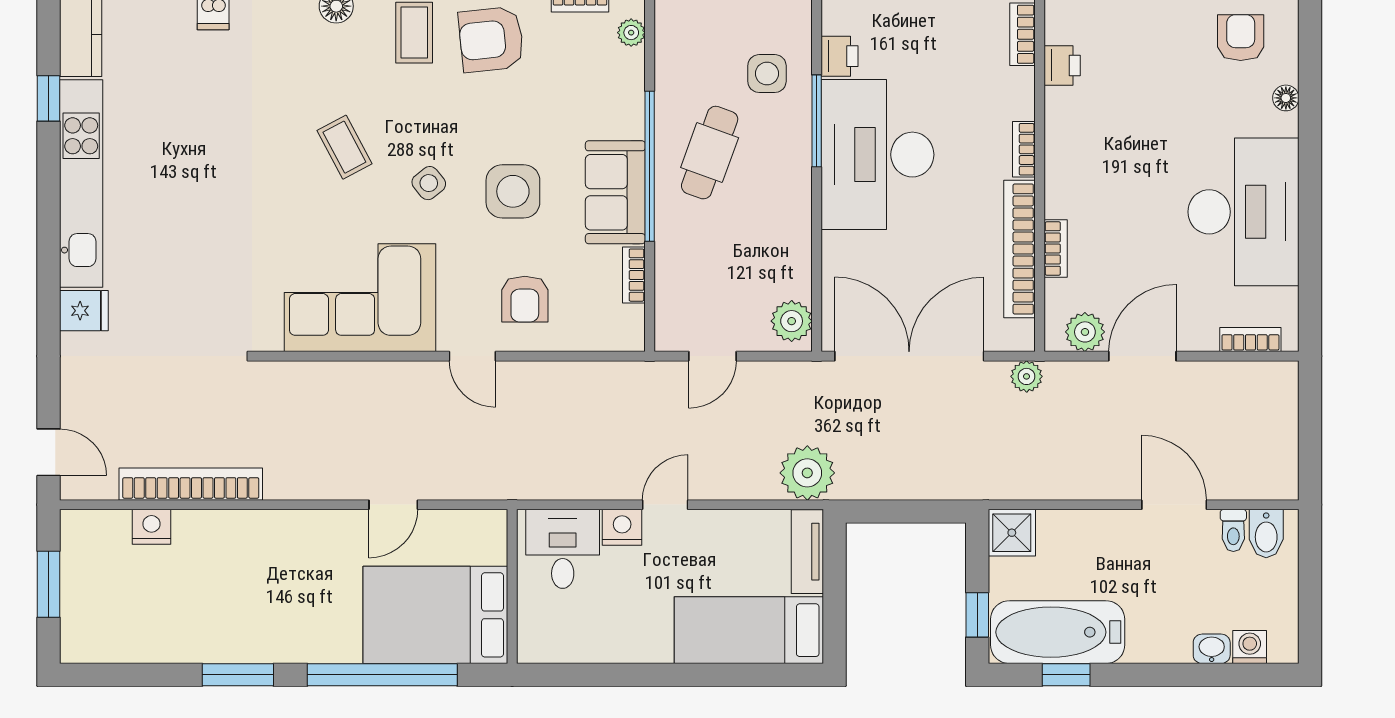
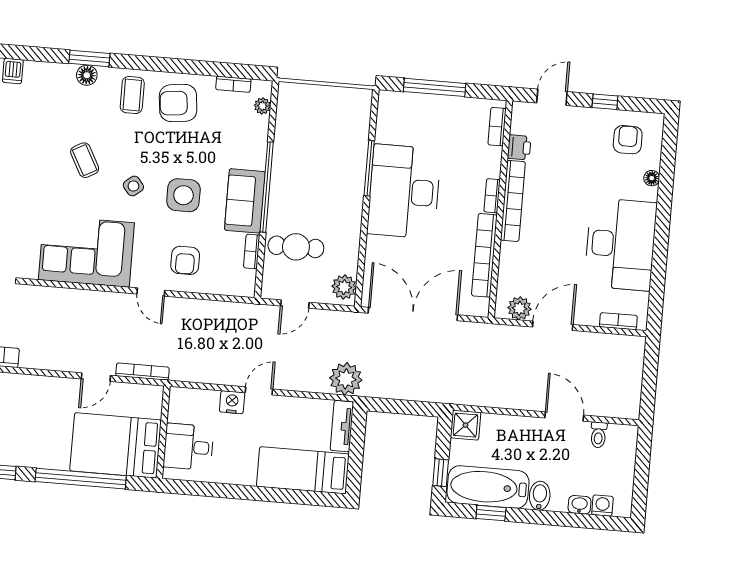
printer: (839, 56) -> (386, 131), removed
side table: (767, 74) -> (342, 137), removed
cafe table: (710, 153) -> (296, 247), moved, turned 70
bookcase: (1056, 249) -> (513, 201), moved, width x2.31, depth x1.31
plant: (1027, 376) -> (482, 332), removed
bookcase: (470, 489) -> (142, 372), added
bidet: (1266, 534) -> (540, 496), moved, turned 180
desk: (563, 549) -> (188, 447), moved, turned -90

